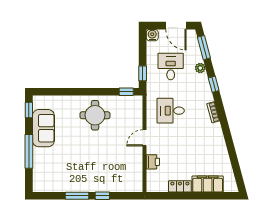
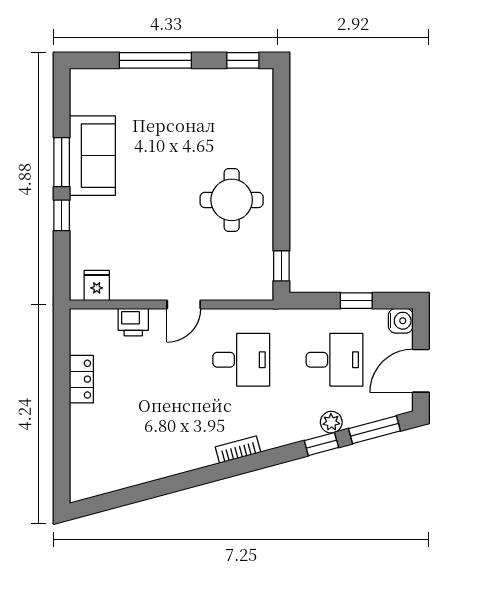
window: (143, 73) -> (356, 301), moved
window: (214, 84) -> (321, 444), moved
desk: (171, 111) -> (241, 360), turned 90
sofa: (43, 128) -> (92, 156), moved, turned -90
door: (145, 138) -> (184, 304), swing flipped
fridge: (136, 179) -> (97, 286), added
filing cabinet: (208, 184) -> (86, 438), removed

